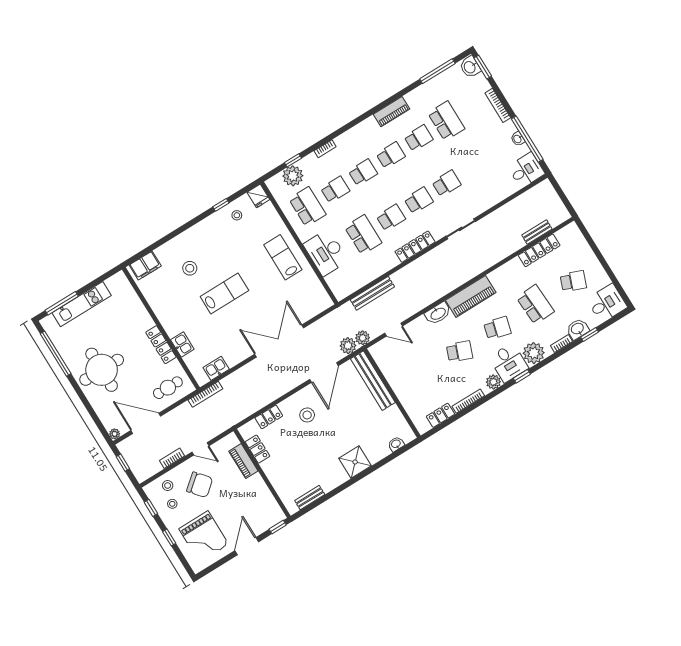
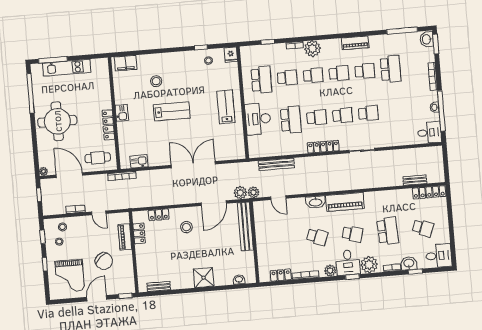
plant: (293, 176) -> (312, 49), moved
locker: (539, 250) -> (429, 192), moved
kitchen sink: (182, 345) -> (122, 113), moved
chair: (200, 485) -> (104, 261), moved

